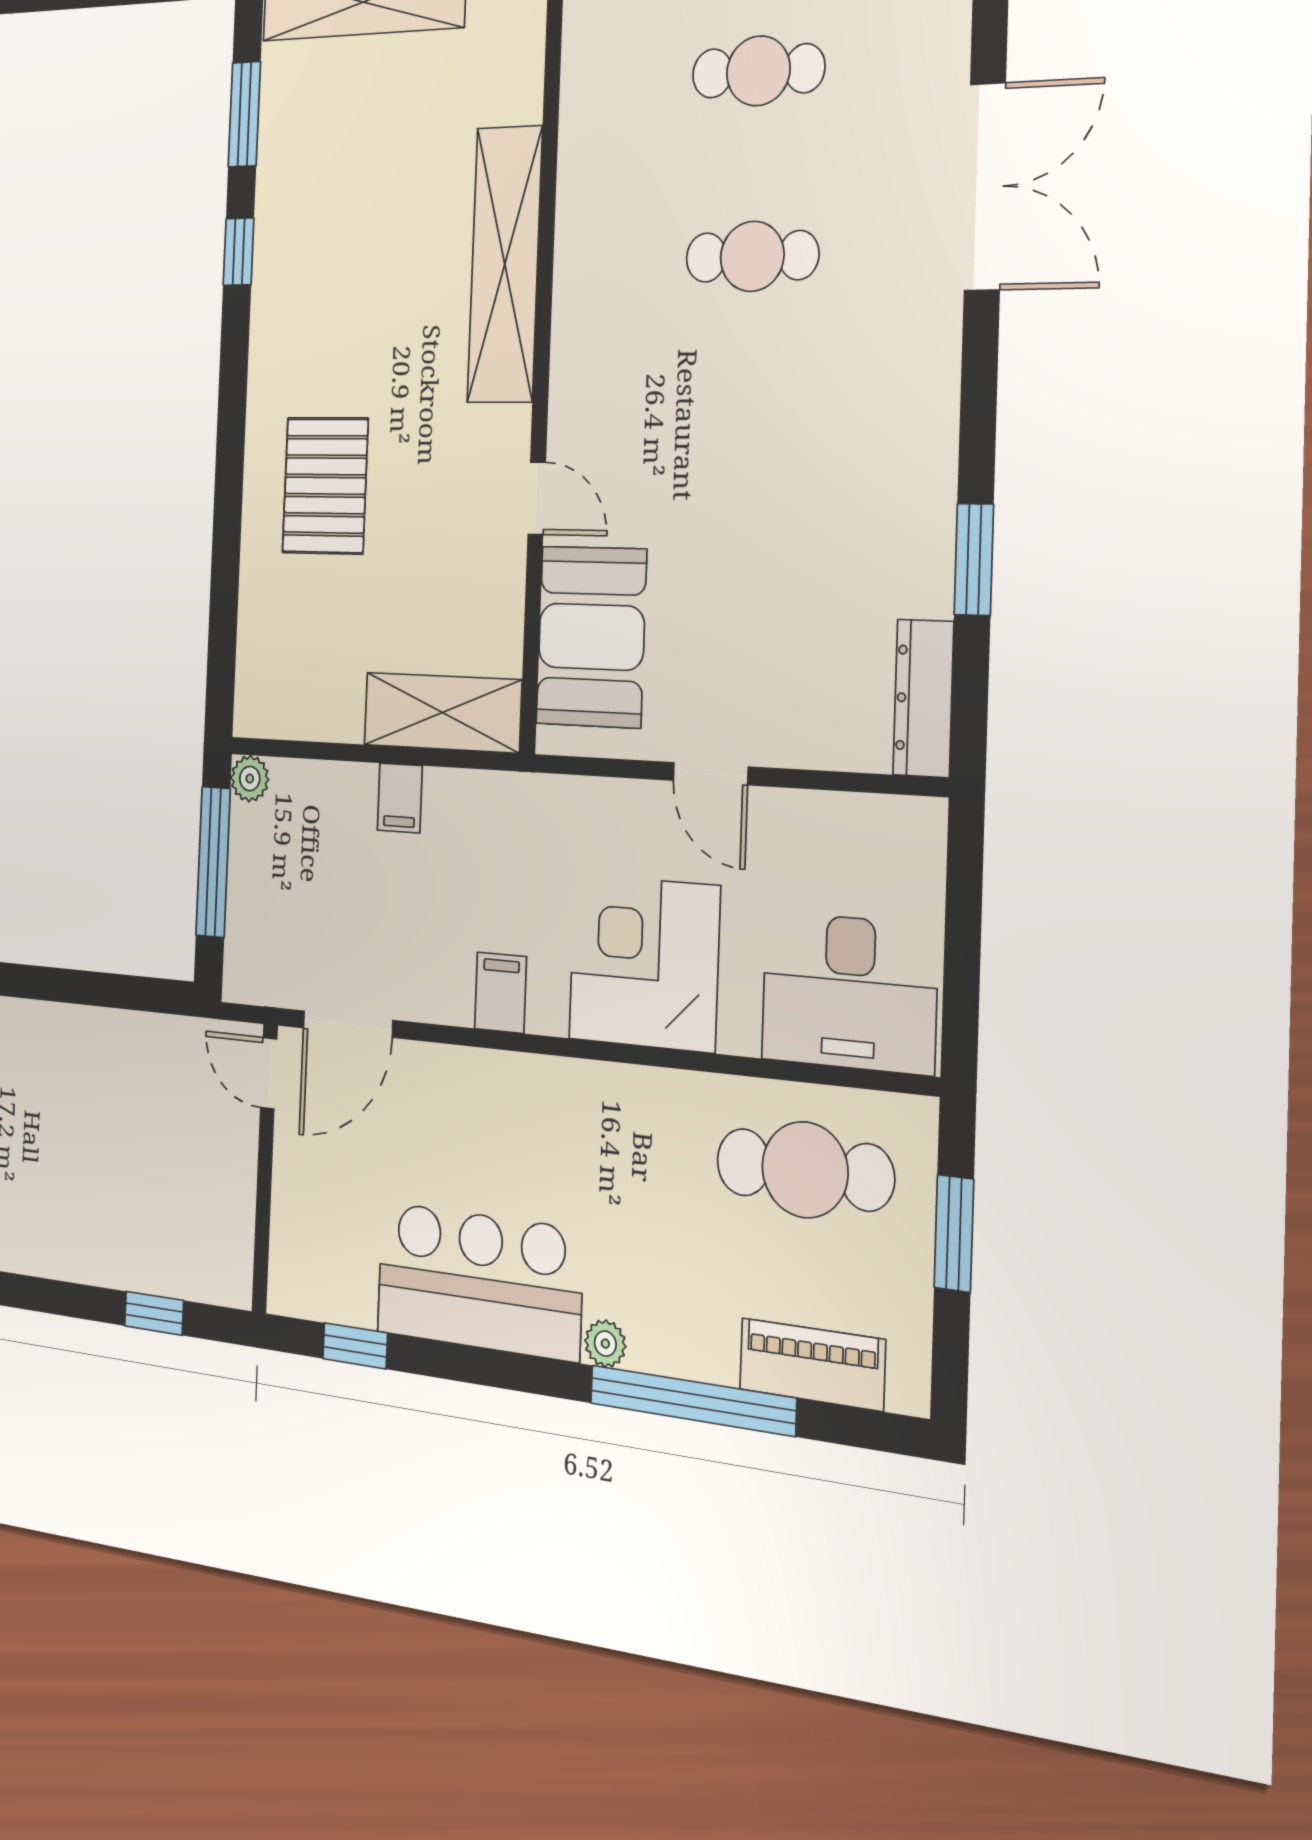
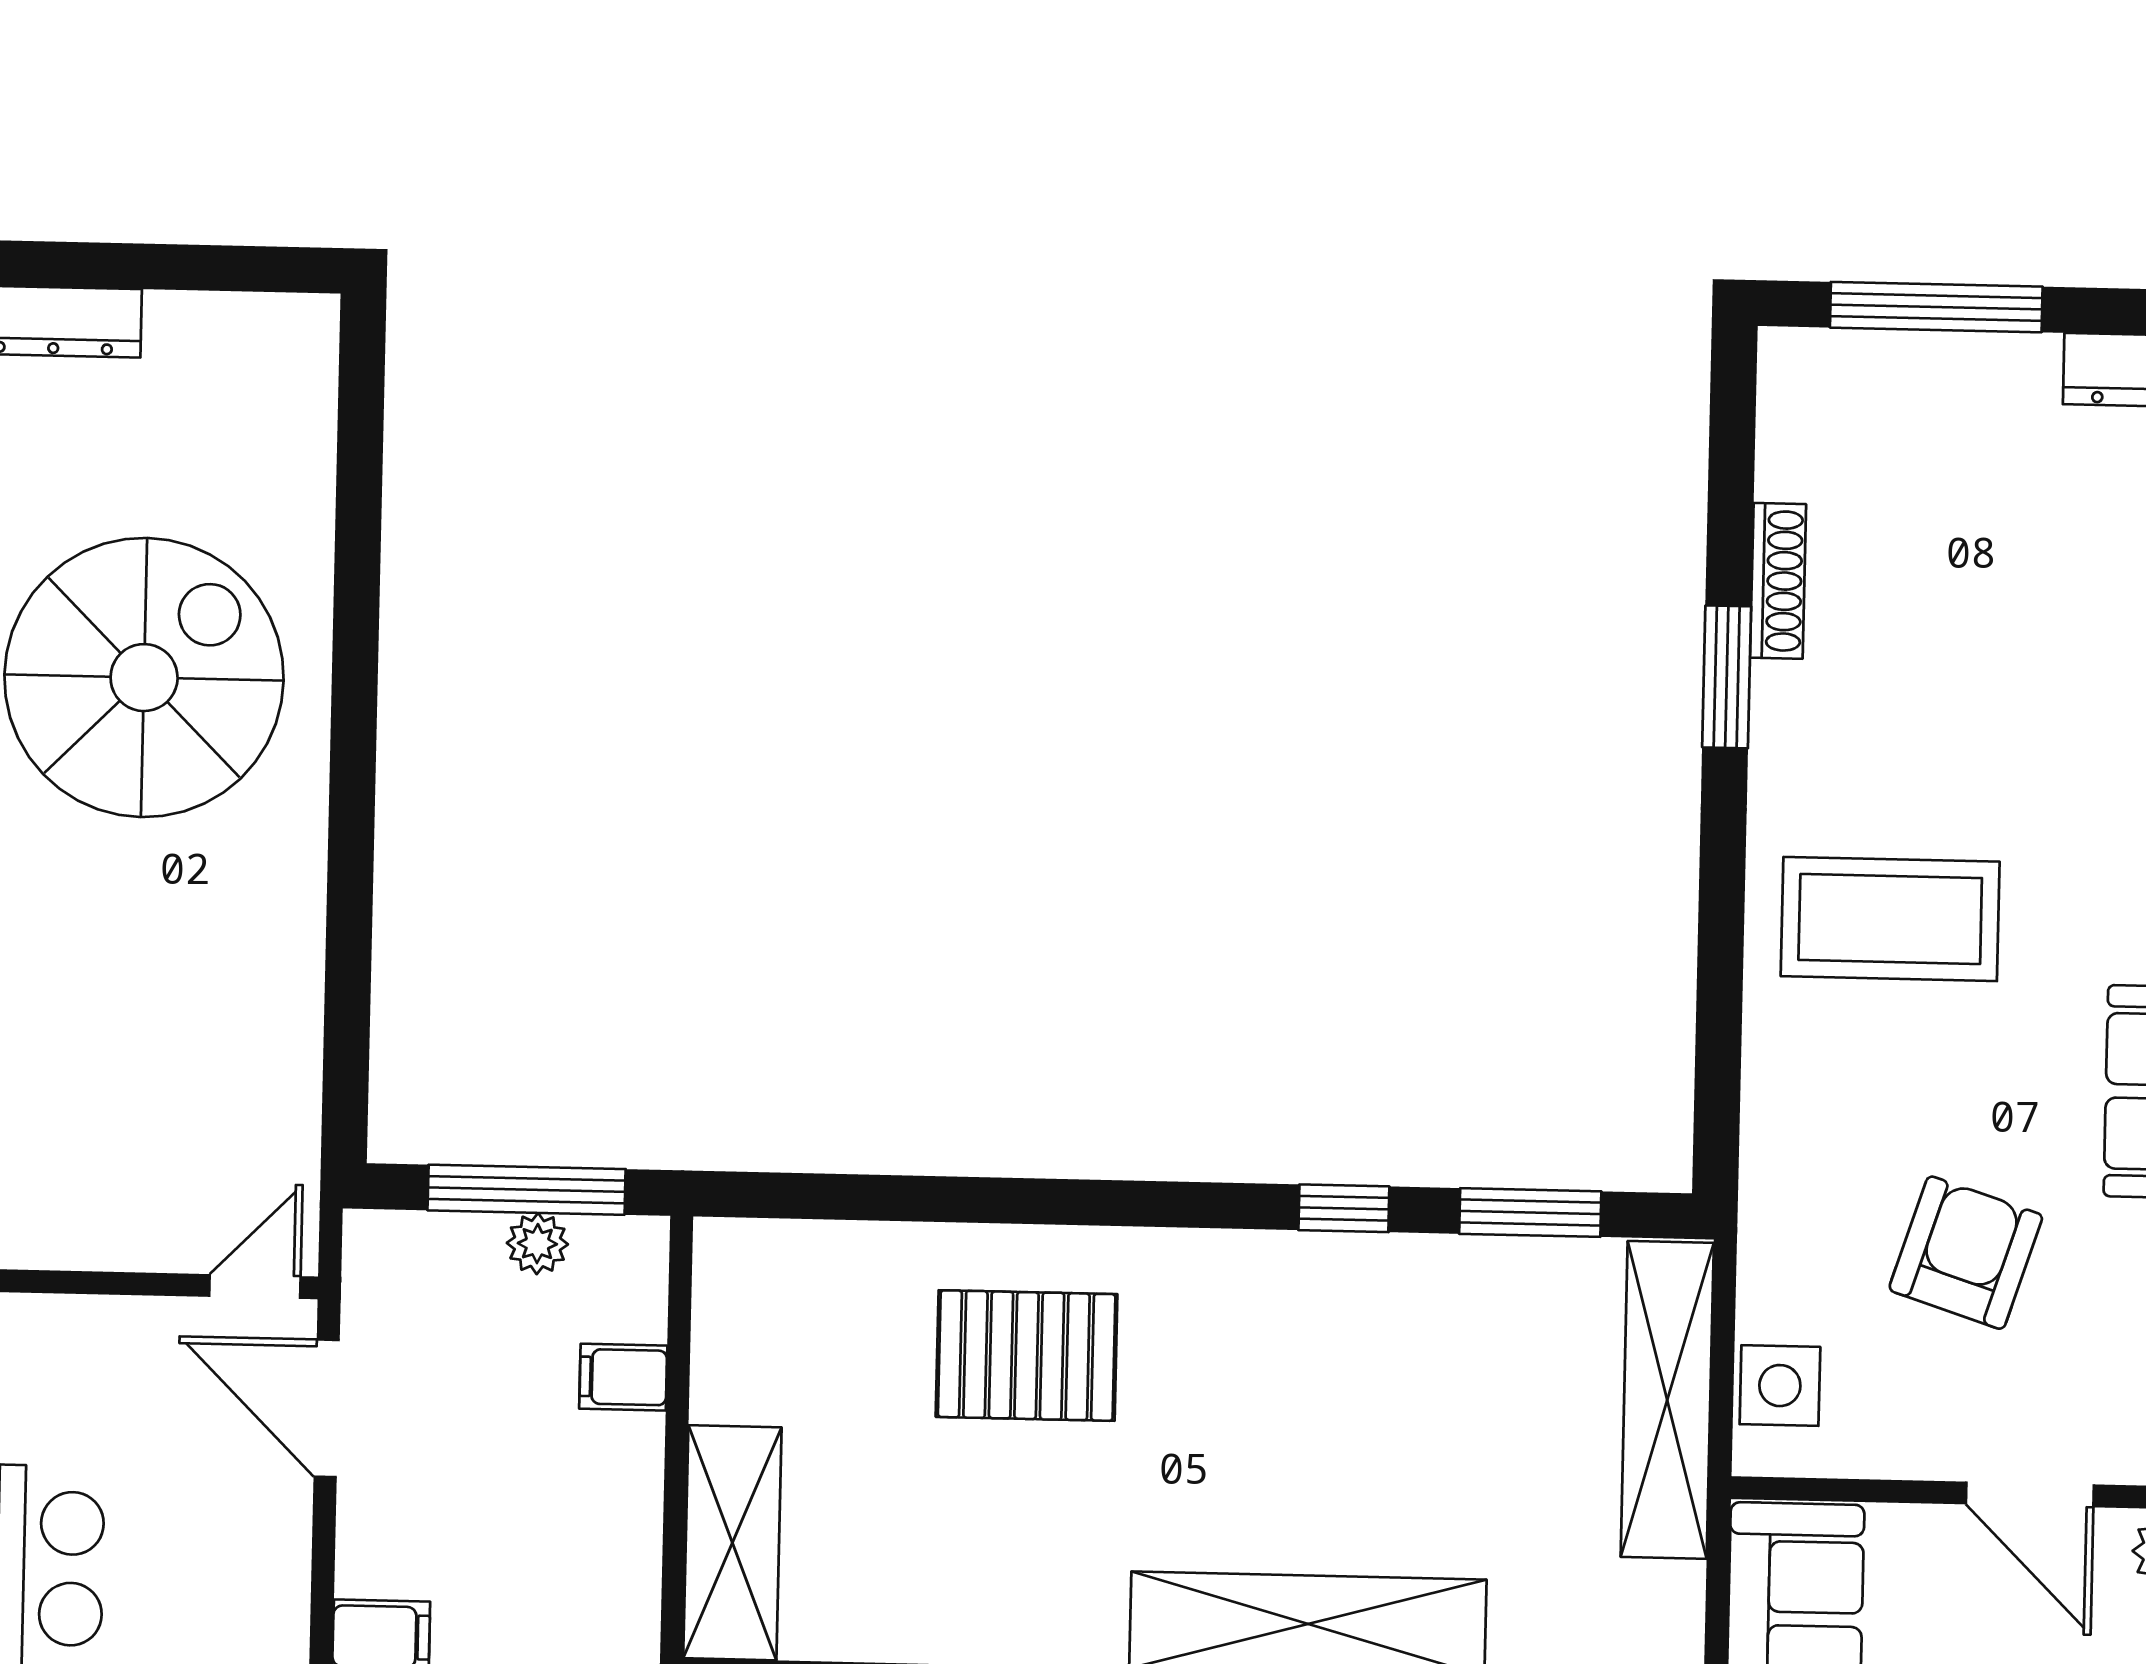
plant: (250, 779) -> (537, 1244), moved
filing cabinet: (400, 798) -> (623, 1377), moved

